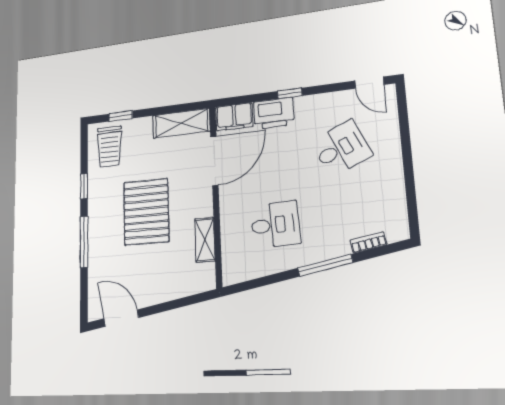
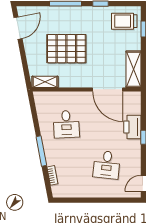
filing cabinet: (234, 117) -> (133, 103), removed
desk: (341, 148) -> (107, 165), turned 30
pallet: (146, 212) -> (66, 49), moved
shelving: (205, 240) -> (45, 82), moved

